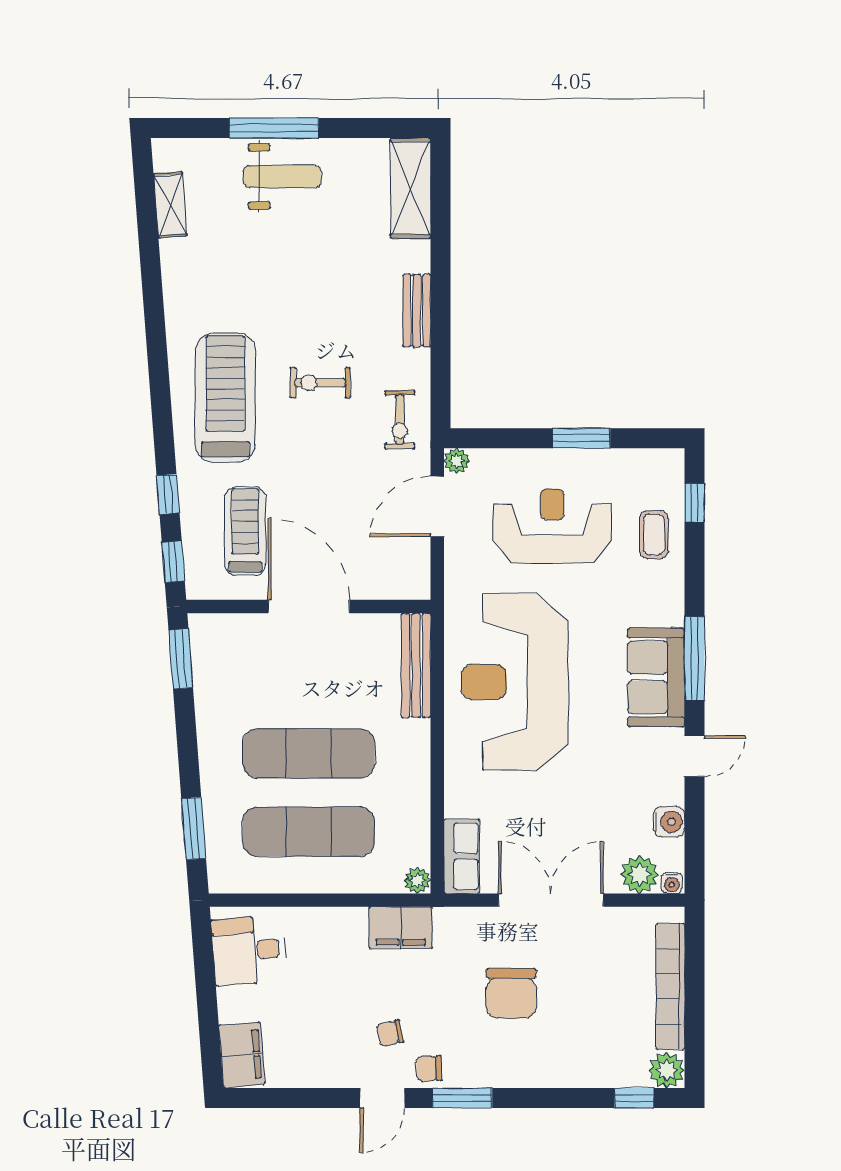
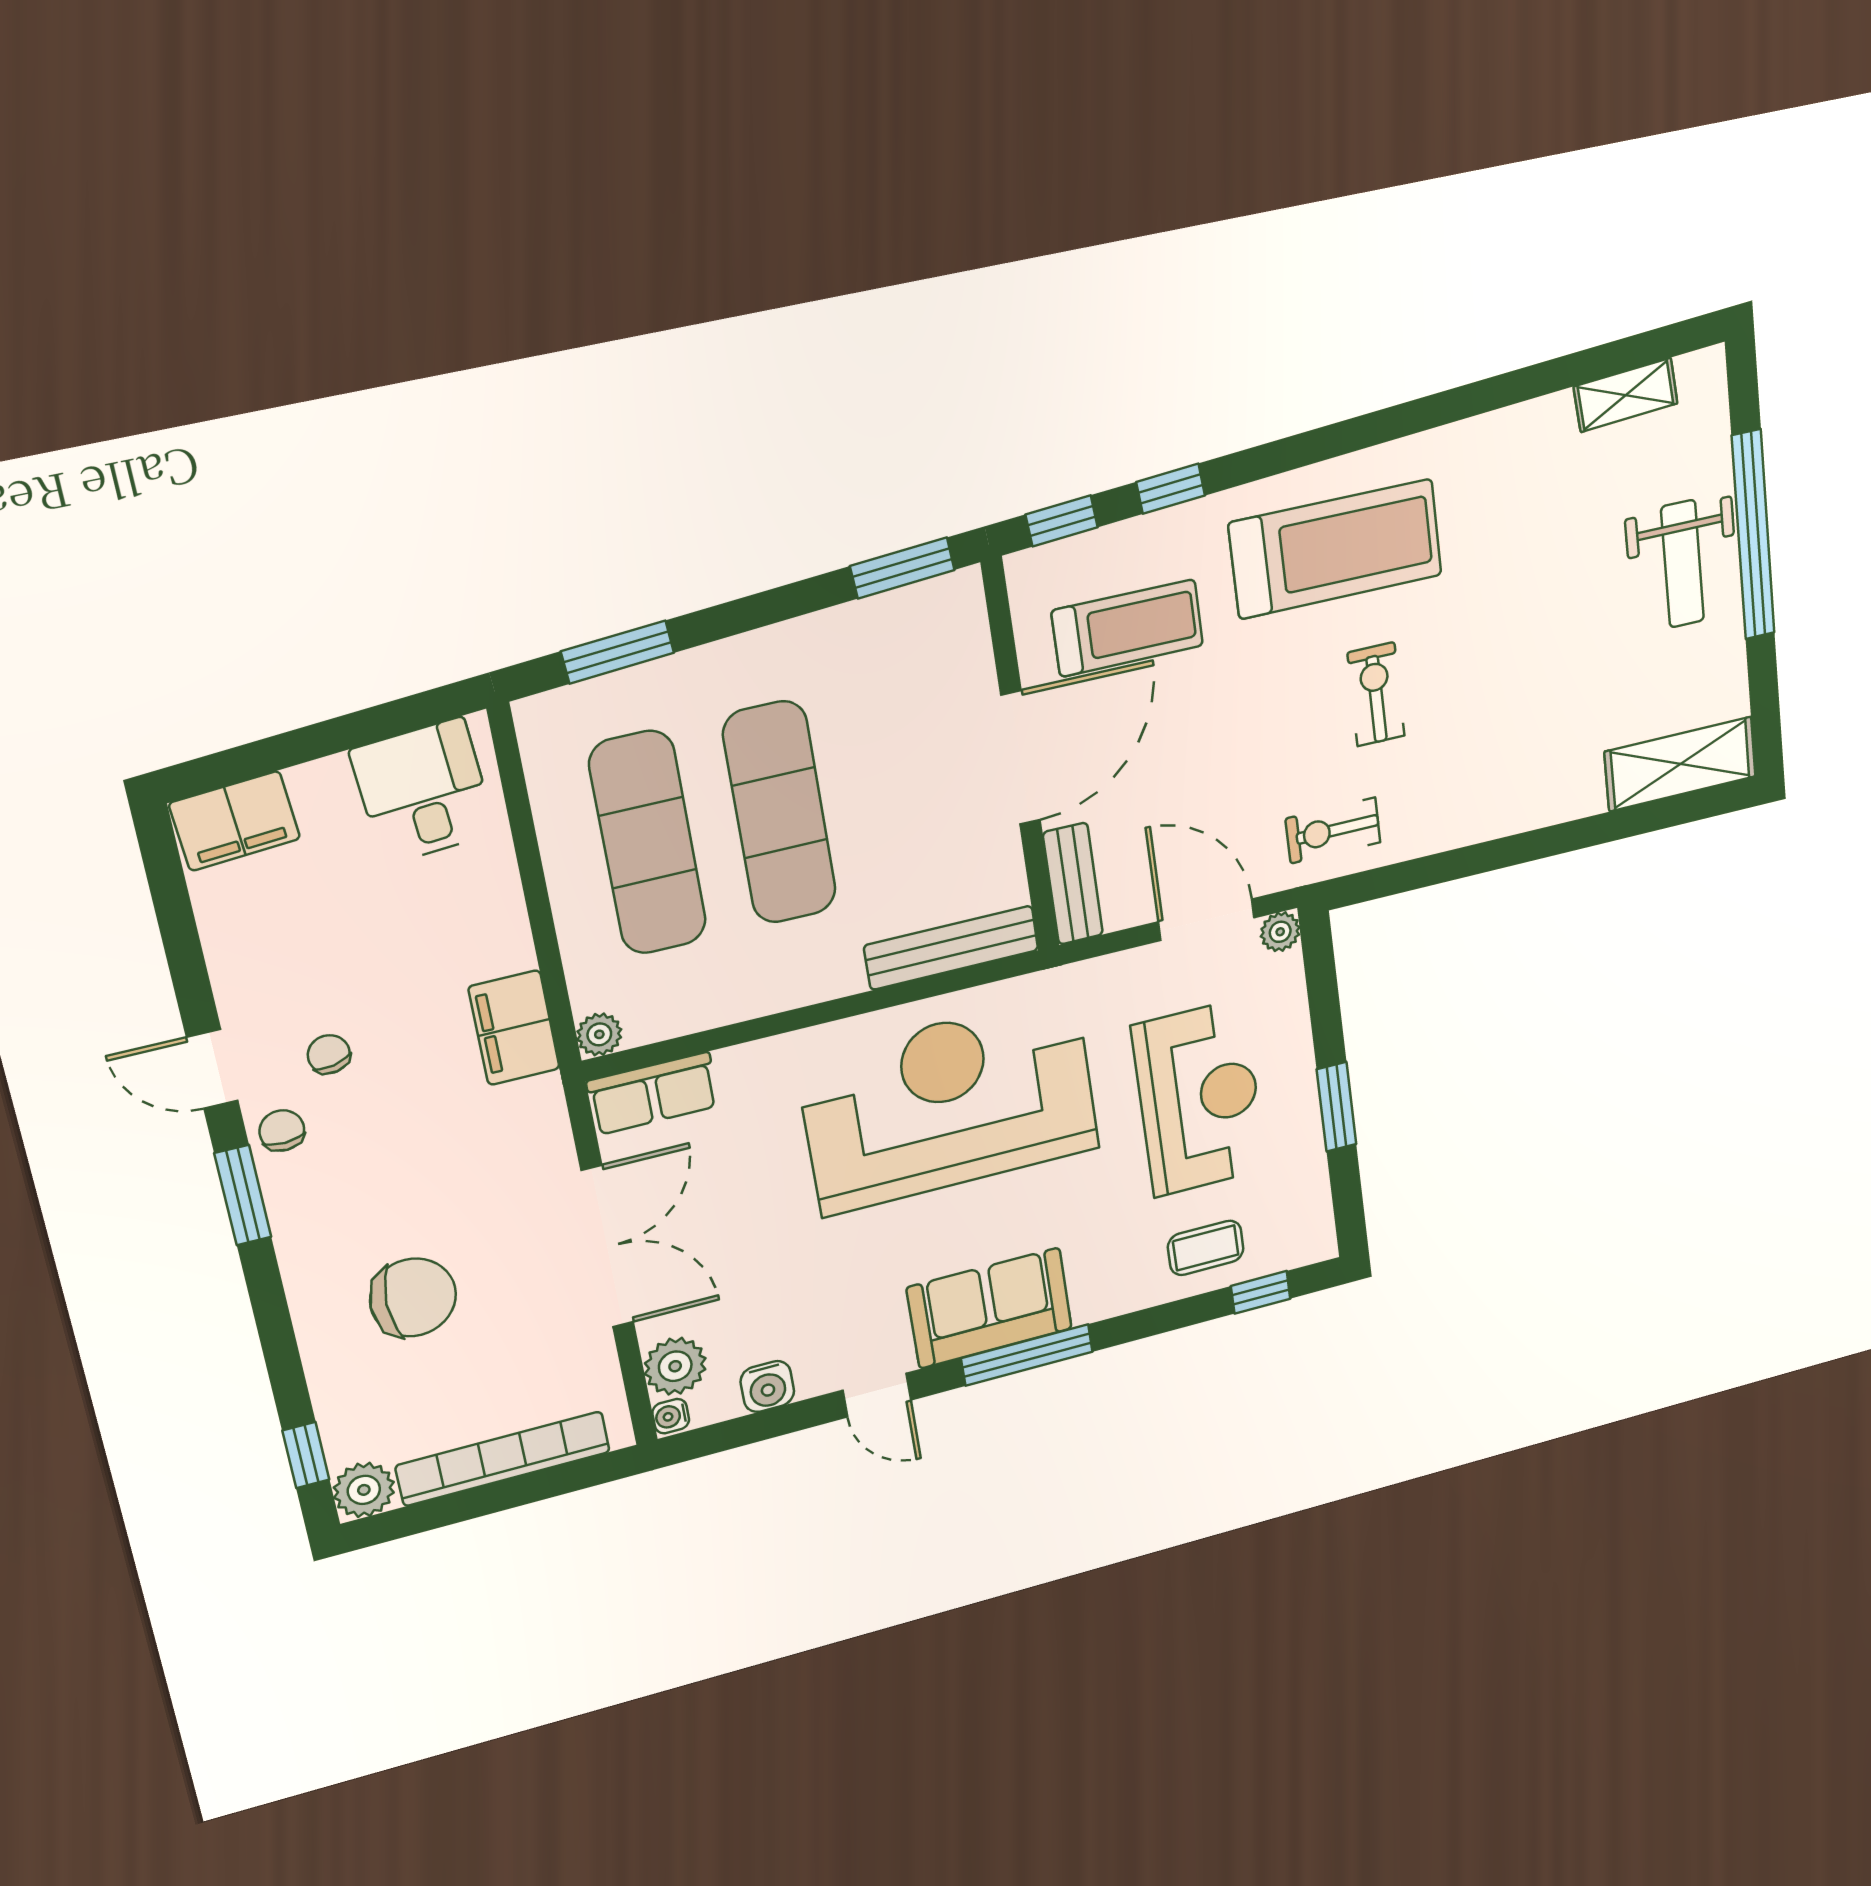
window: (274, 128) -> (1753, 535), width x1.46
bench: (417, 311) -> (1073, 884), moved, turned 90
chair: (511, 993) -> (413, 1298), moved, turned 180

